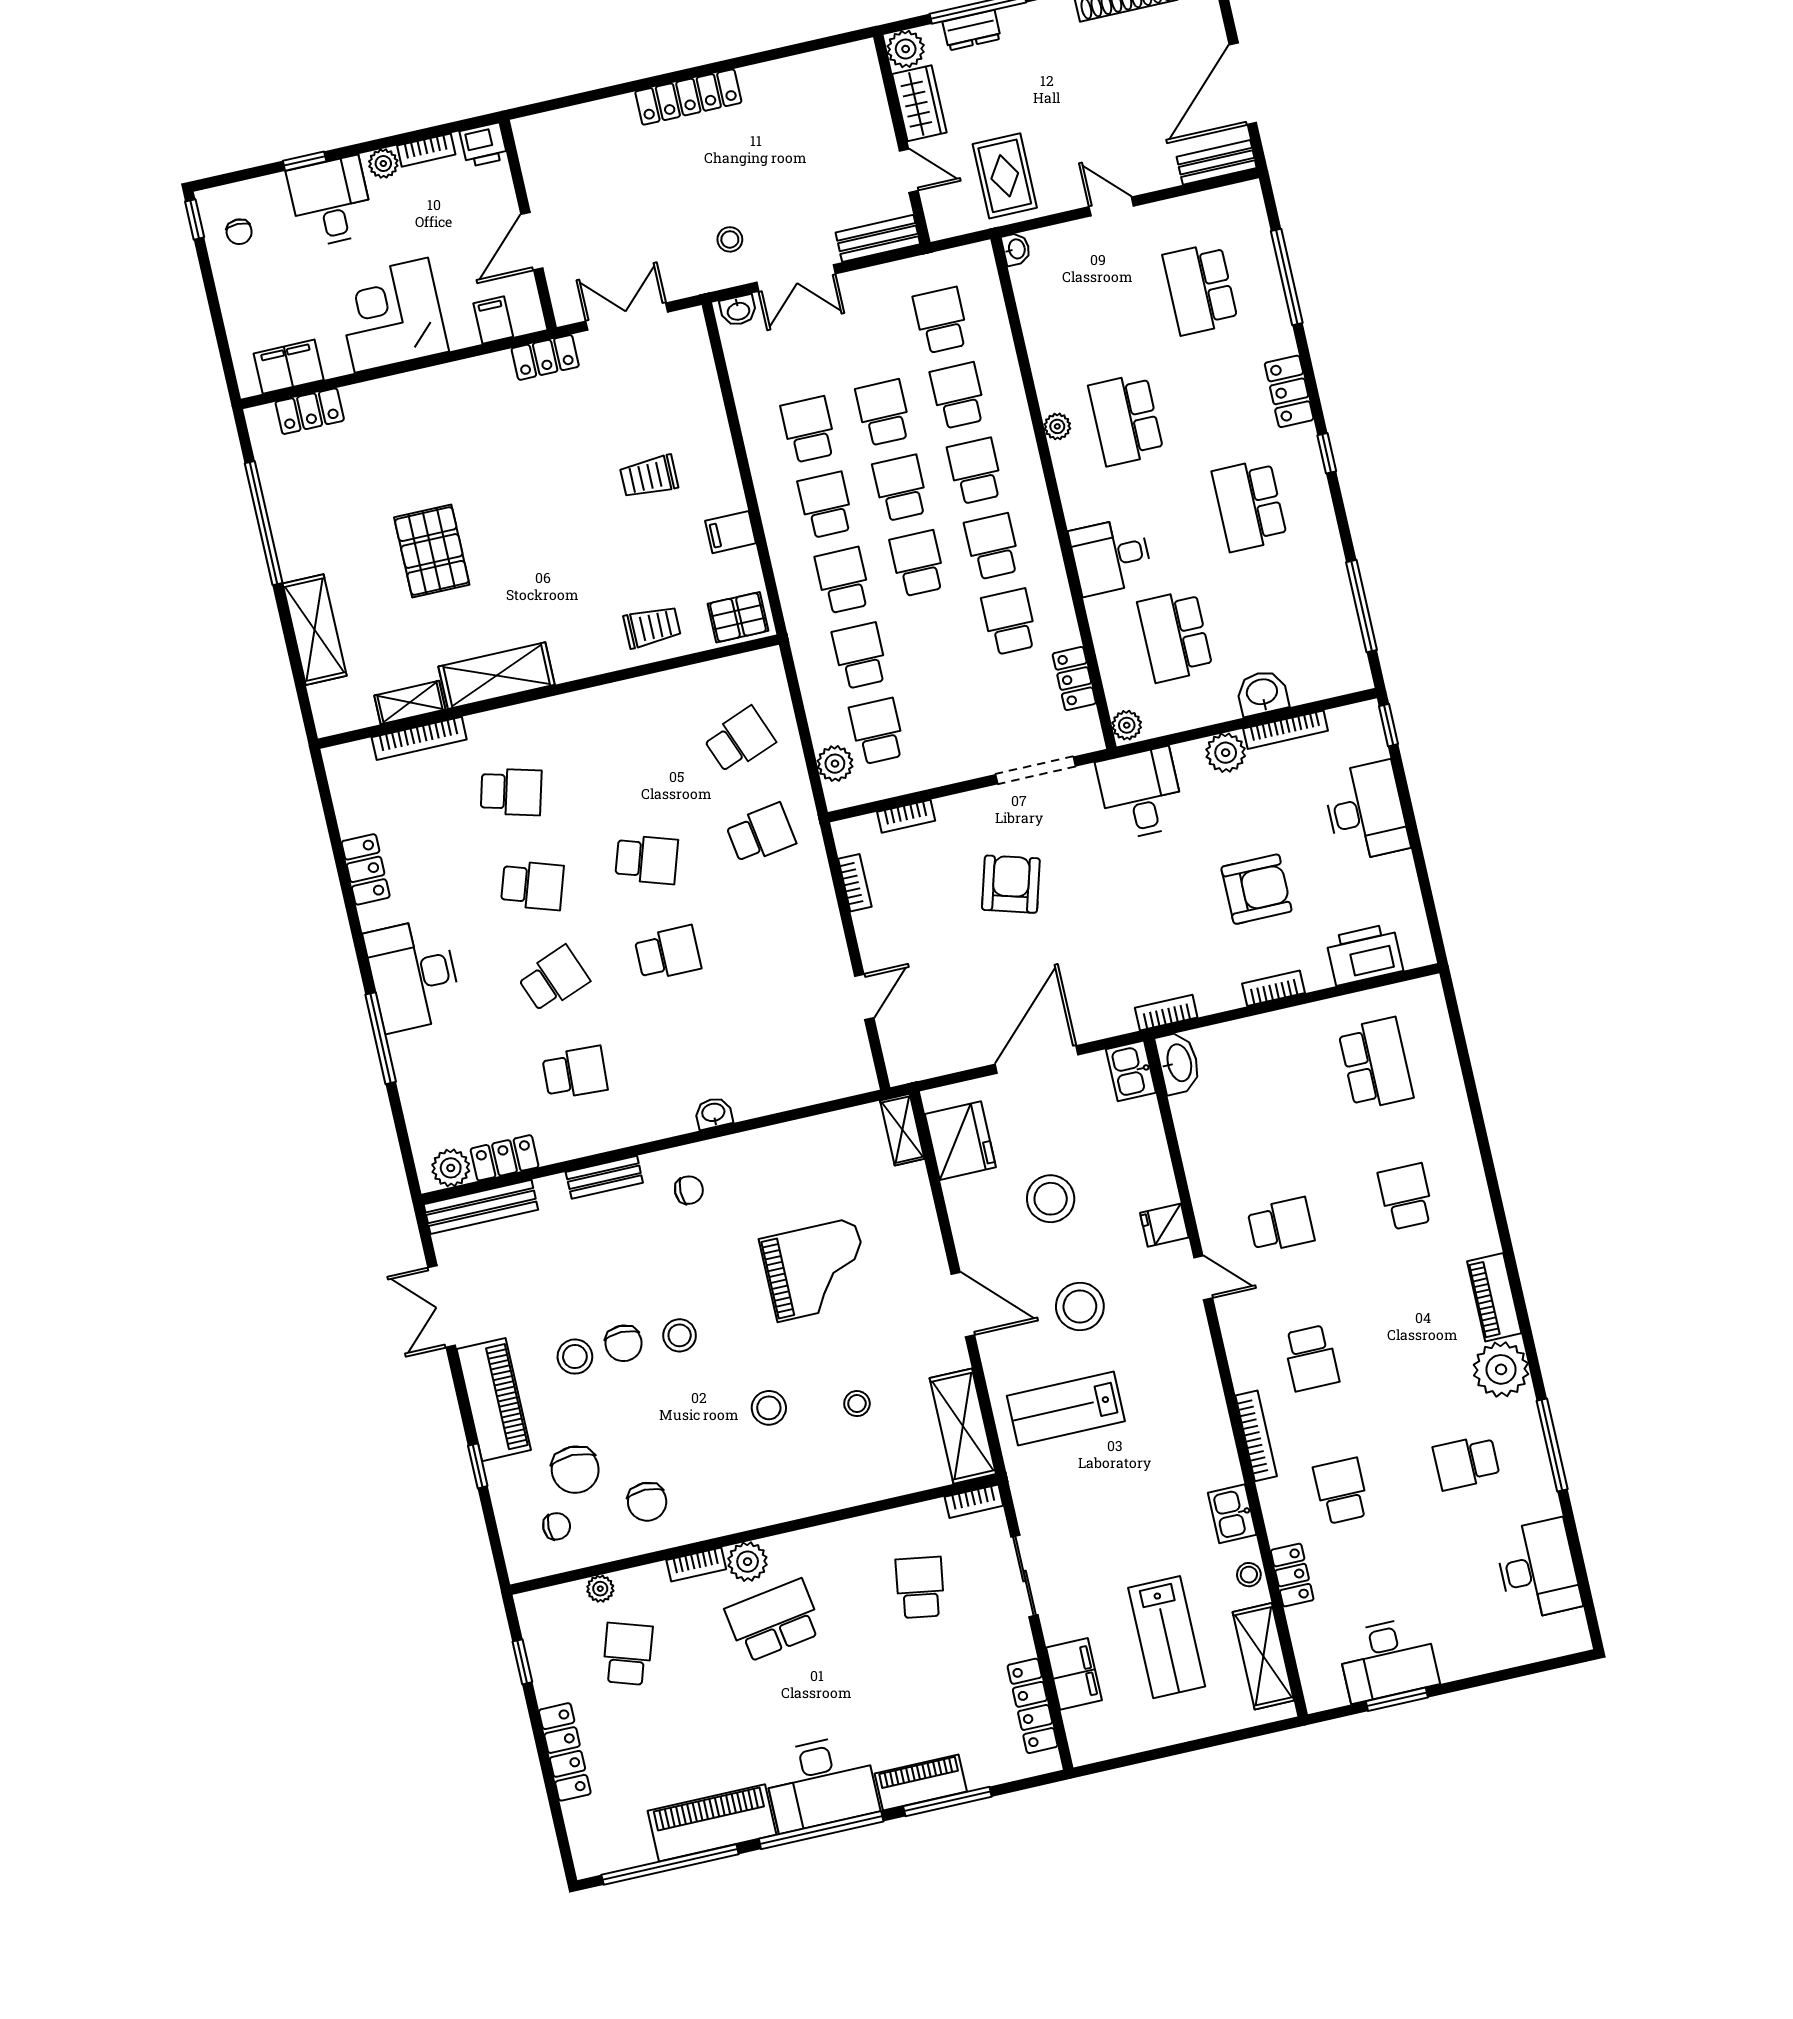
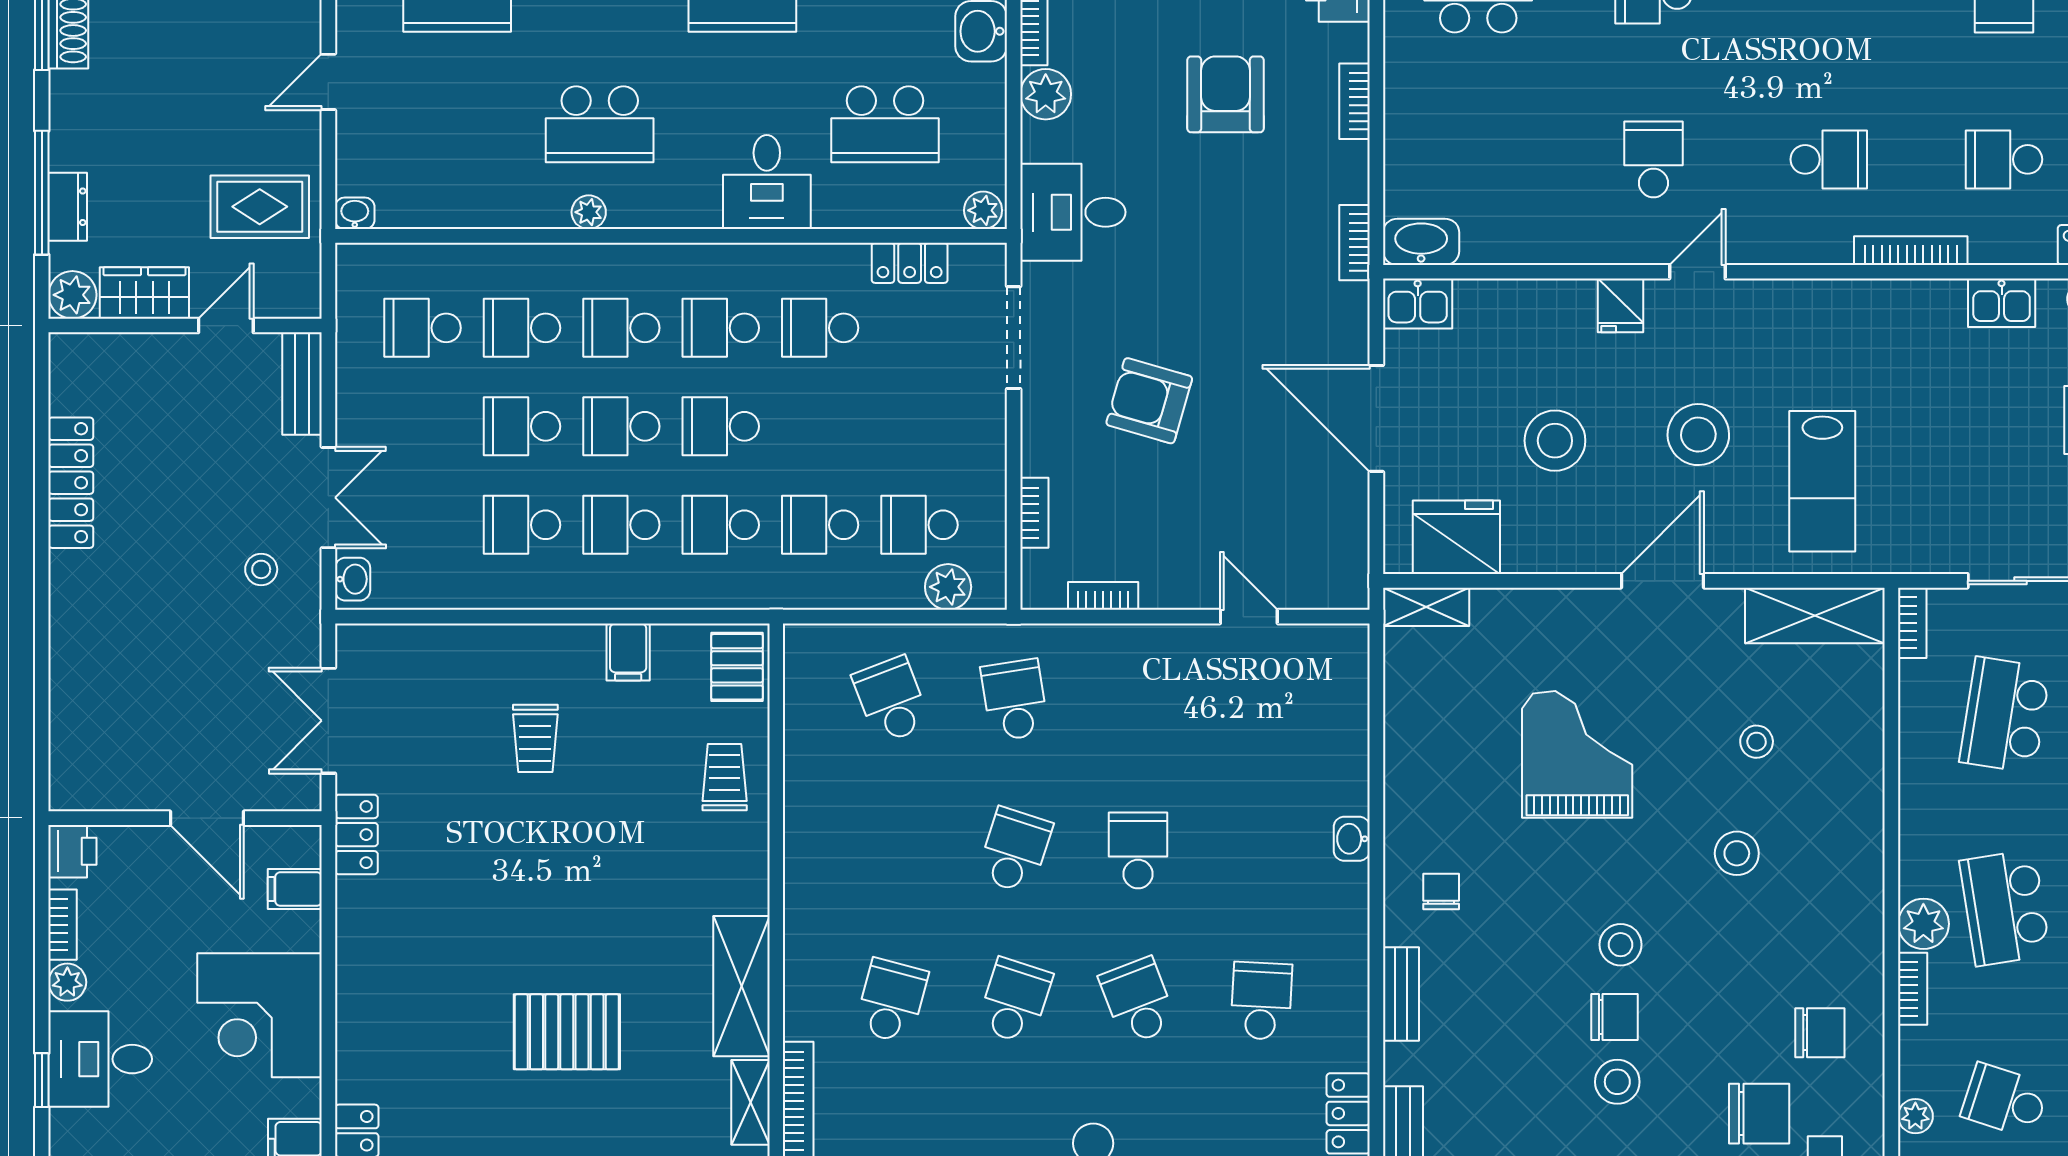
locker: (688, 97) -> (71, 483), moved
school desk: (920, 1587) -> (2005, 715), width x1.85

